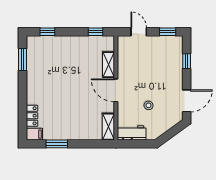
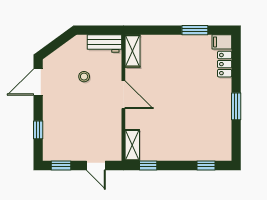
window: (22, 60) -> (236, 106), moved
shelving: (109, 65) -> (132, 145), moved

